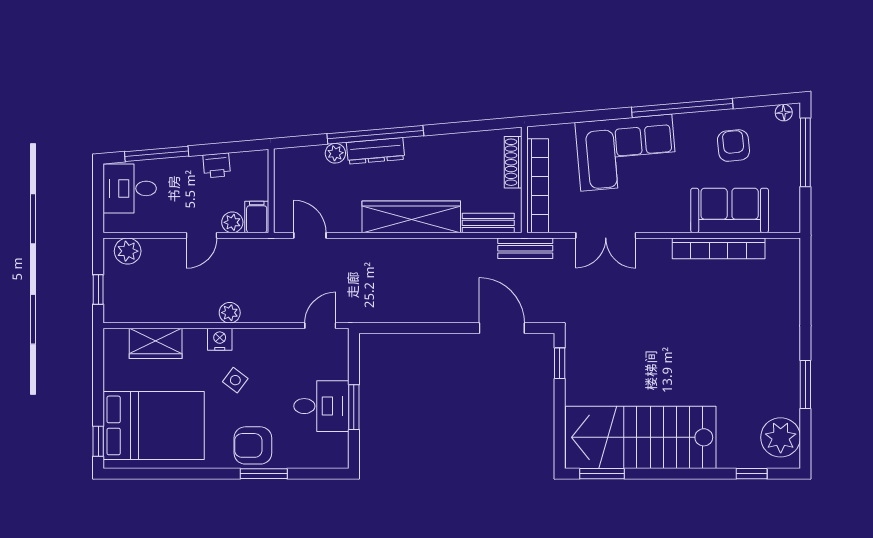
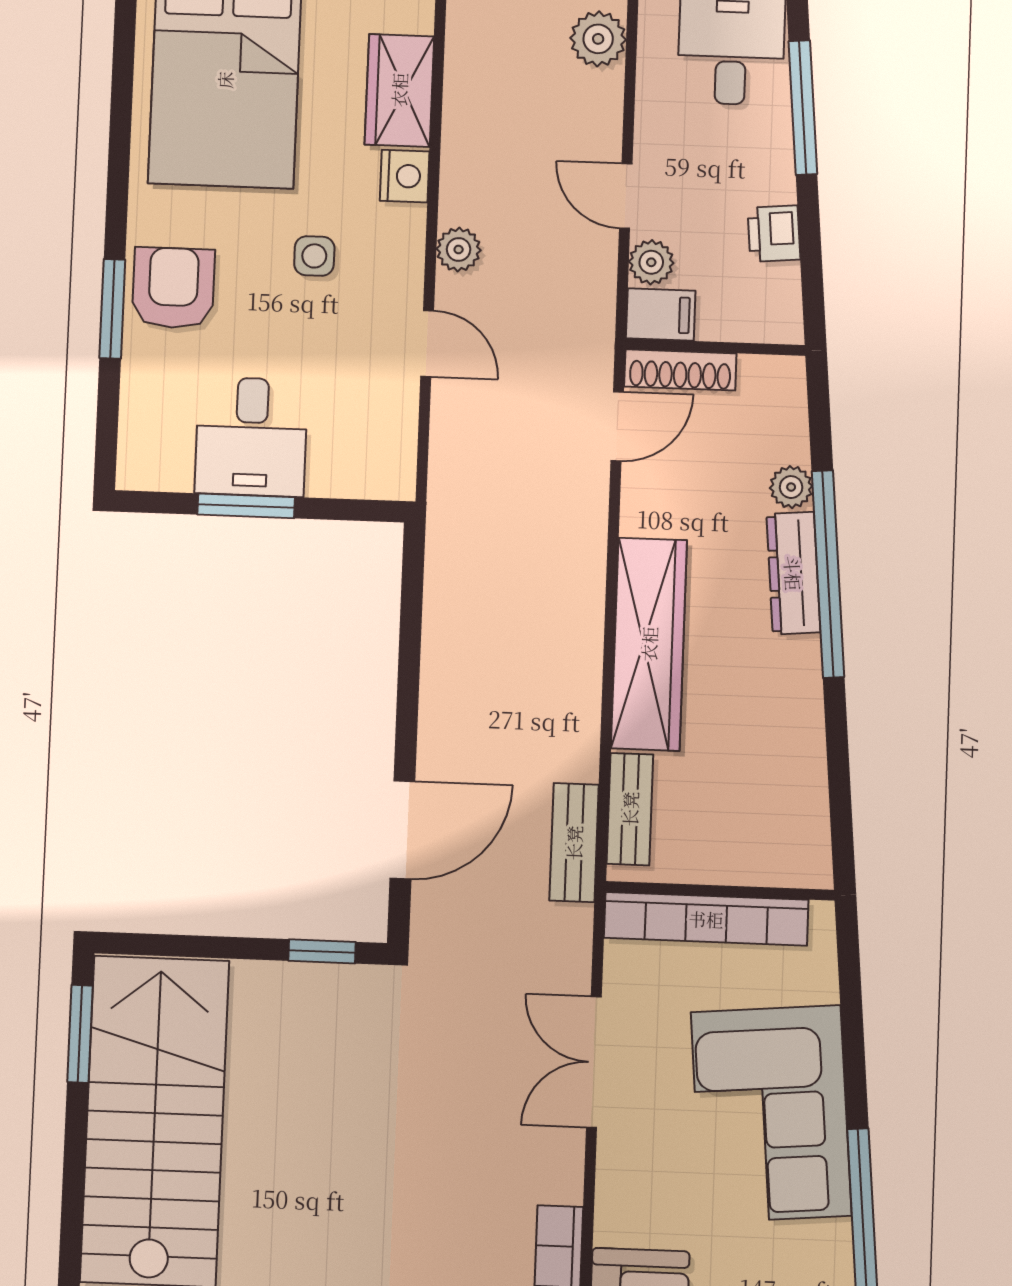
shoe rack: (513, 162) -> (680, 370), moved, turned 180
bench: (525, 248) -> (574, 843), moved
door: (320, 326) -> (427, 343), moved
nightstand: (220, 339) -> (405, 176), moved
side table: (235, 380) -> (314, 256), turned -37

